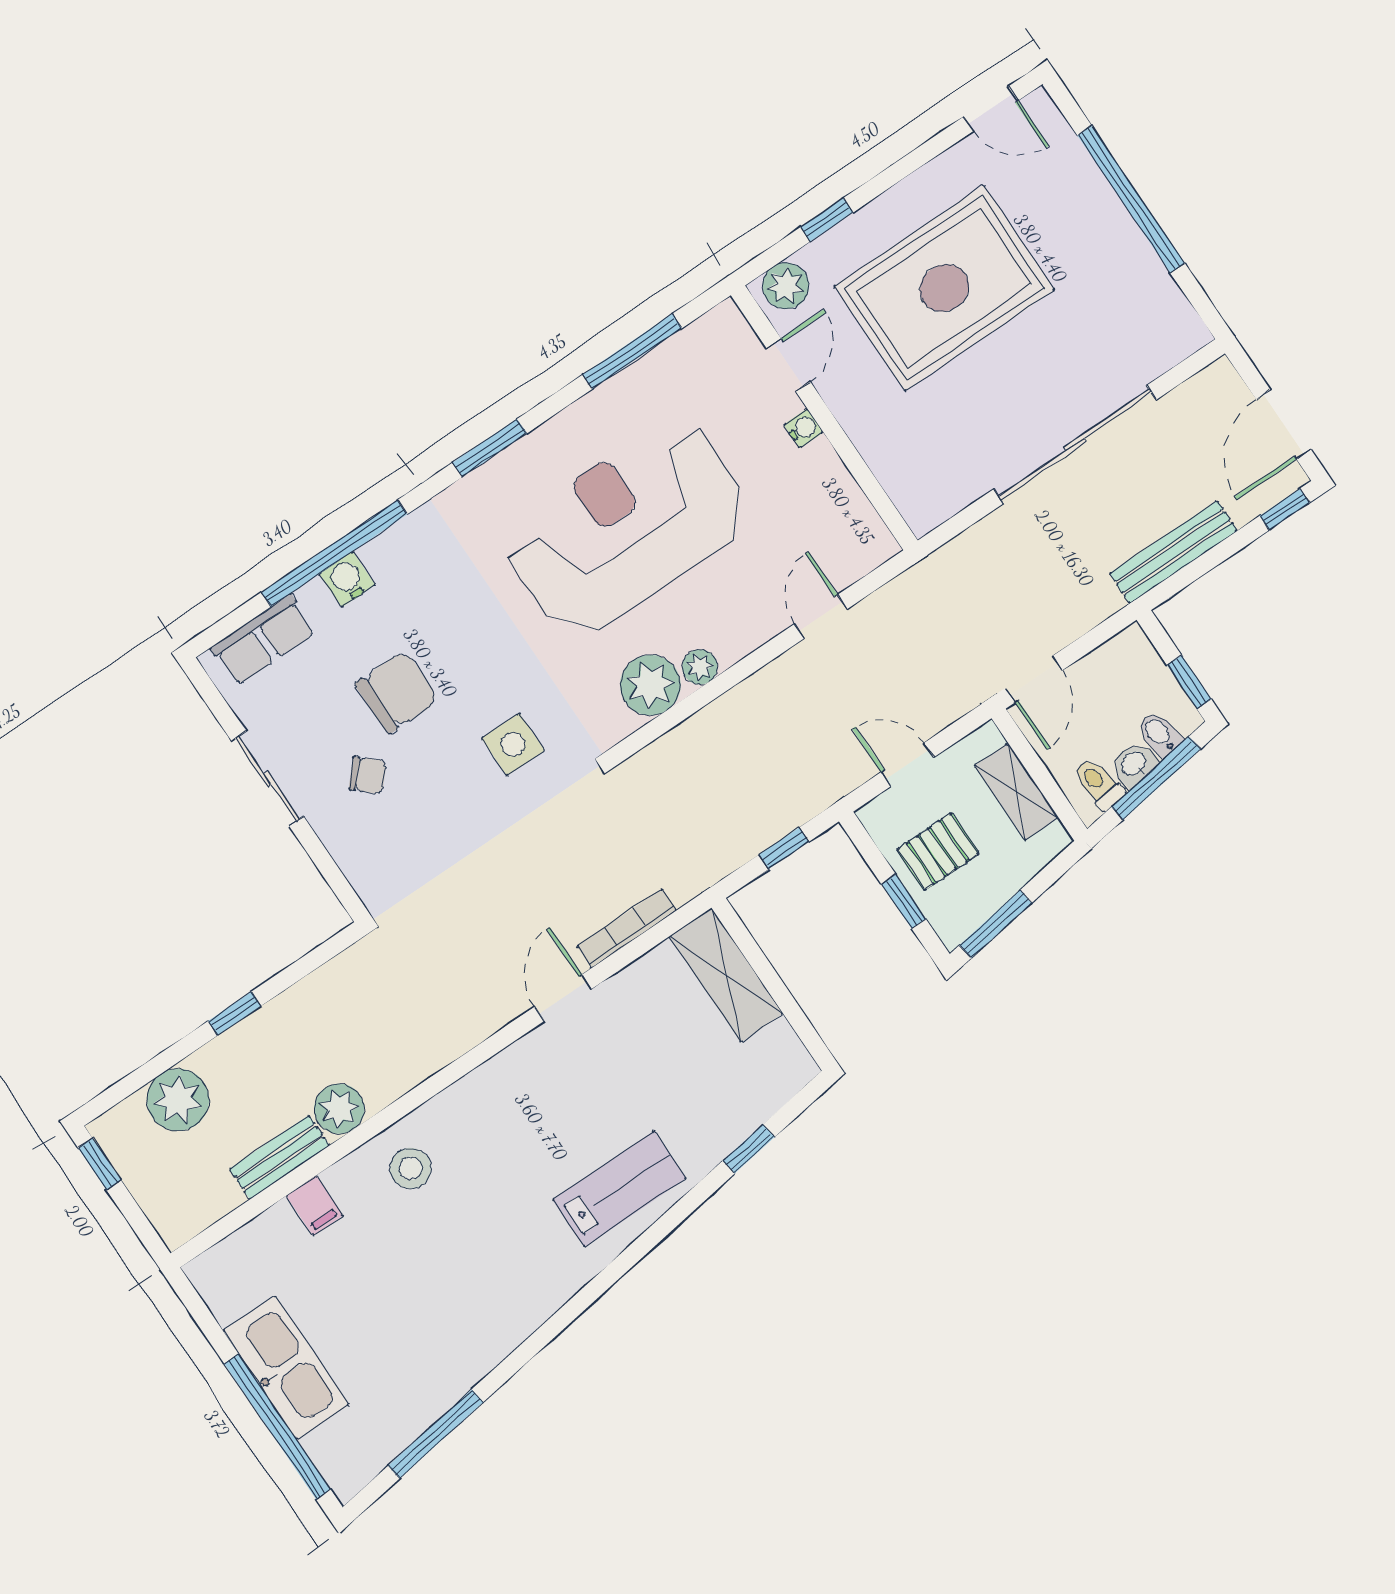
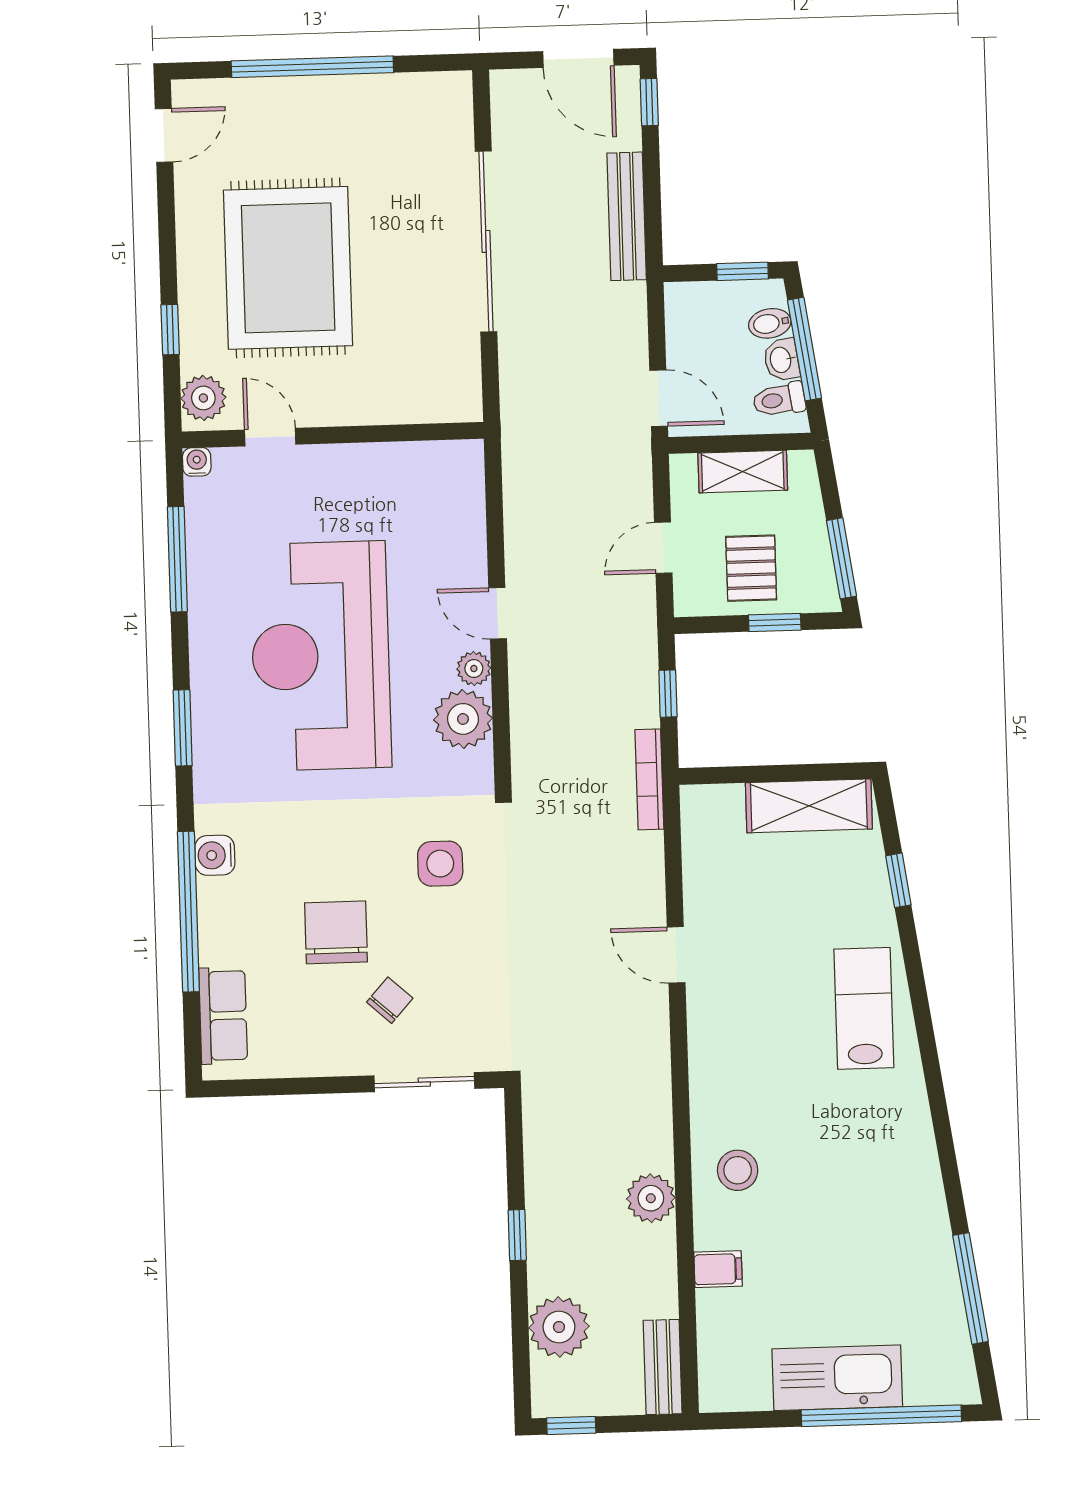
water cooler: (804, 428) -> (197, 462), moved
water cooler: (347, 579) -> (215, 855), moved
door: (821, 617) -> (498, 613), moved
sliding door: (268, 779) -> (424, 1082), moved
bookcase: (627, 928) -> (649, 779), moved
shelving: (726, 975) -> (809, 806), moved
bench: (279, 1157) -> (663, 1367), moved

